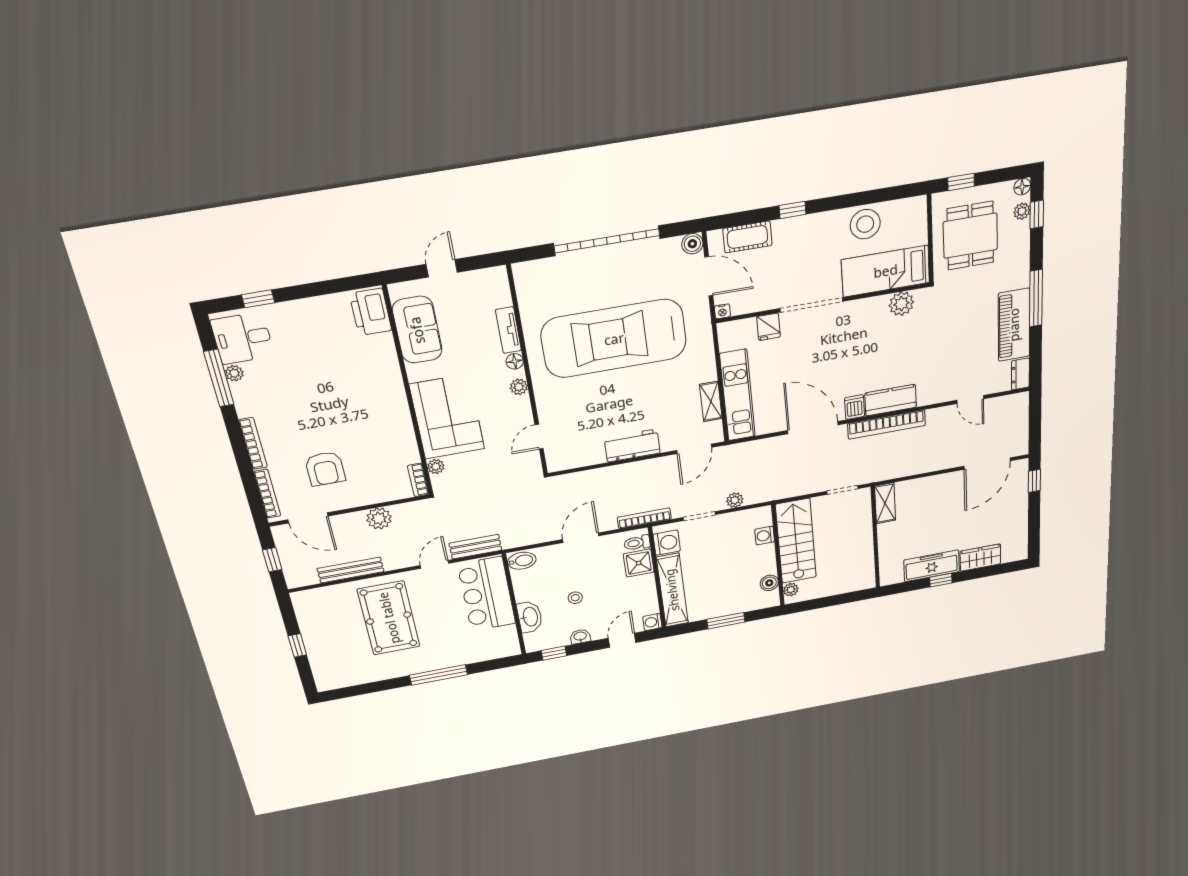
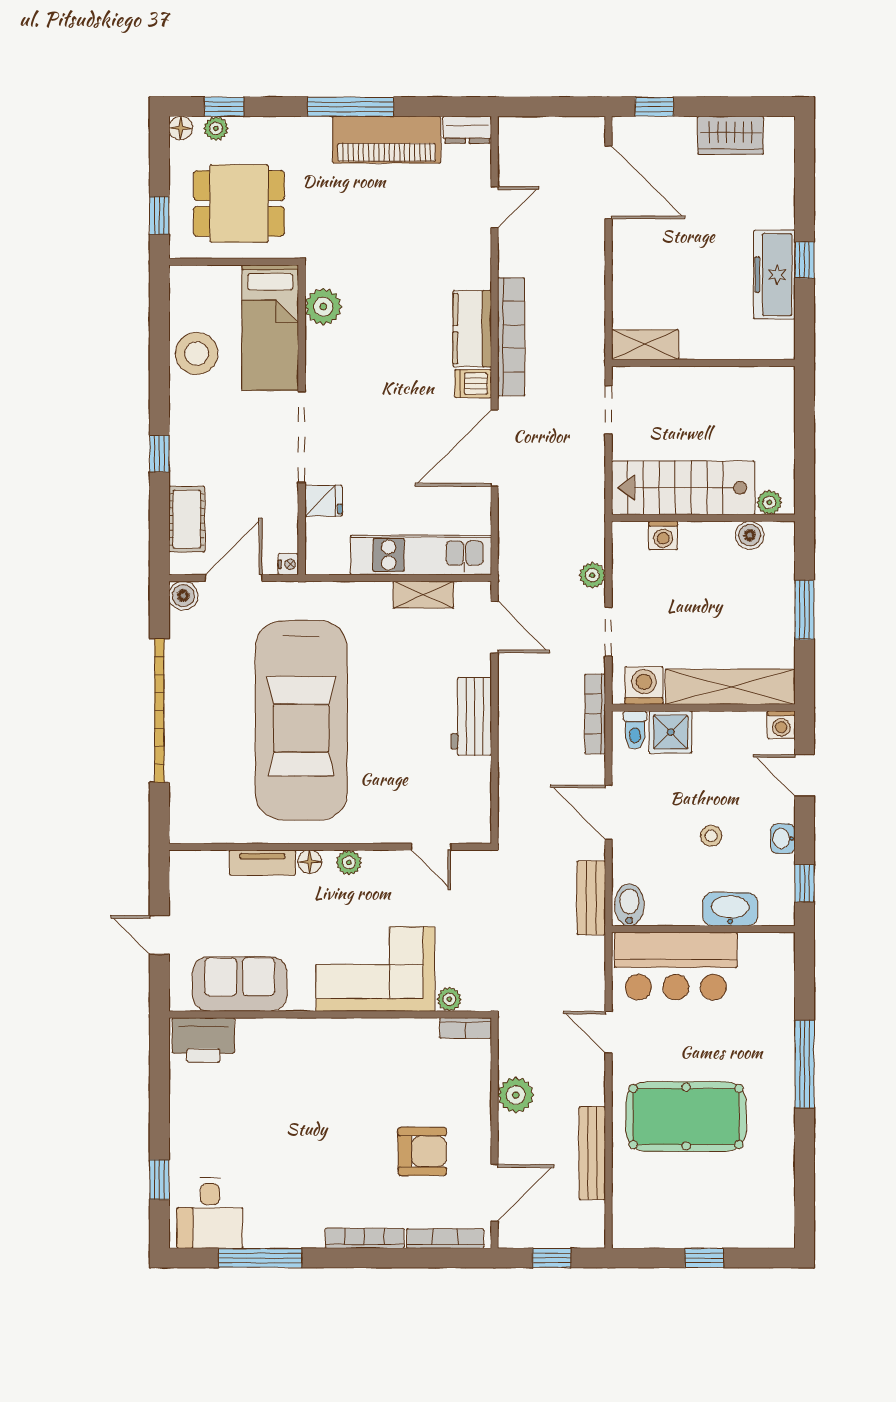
plant: (234, 373) -> (257, 1236), removed
bench: (475, 547) -> (591, 898), moved
wardrobe: (980, 558) -> (731, 135), moved, turned -90

